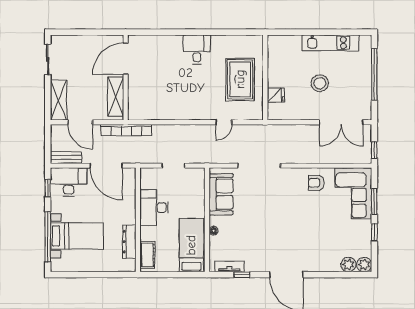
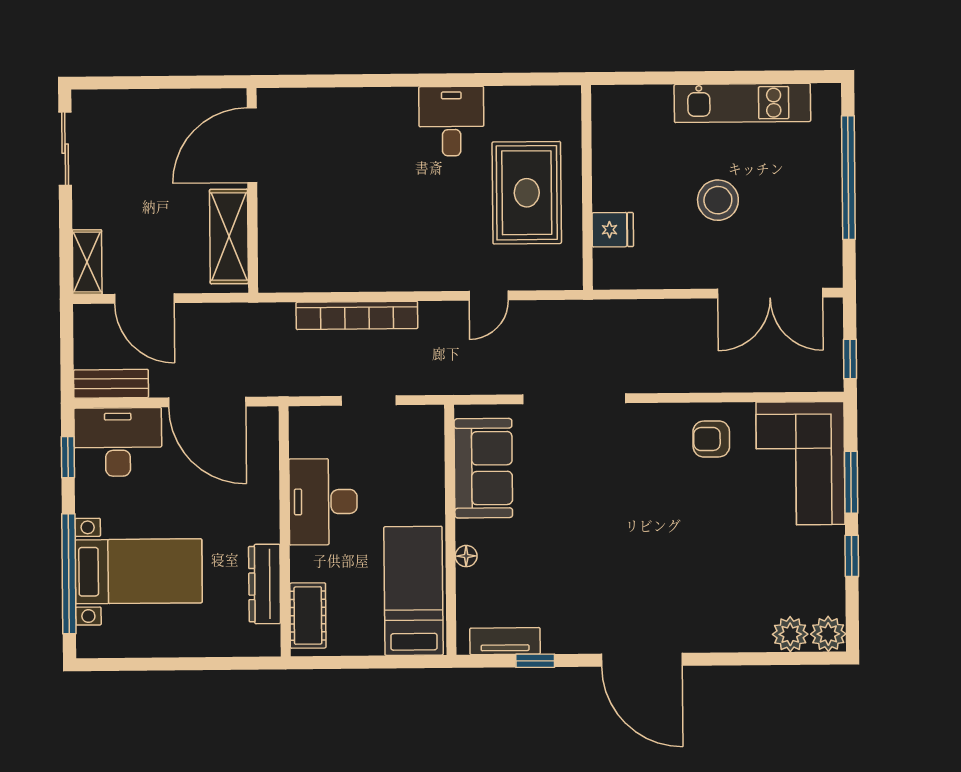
desk: (197, 49) -> (451, 121), moved
shelving: (59, 100) -> (87, 262), width x0.67, depth x0.75
bookcase: (126, 130) -> (357, 315), moved

